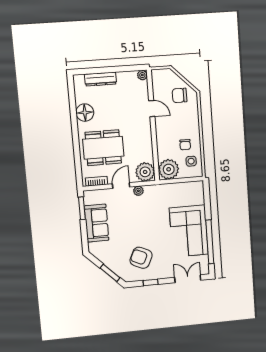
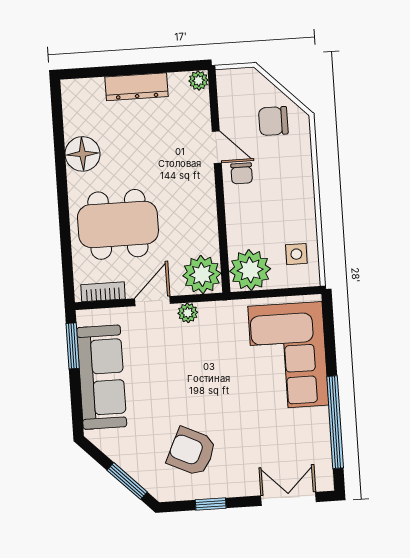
dresser: (101, 79) -> (137, 87), moved
chair: (185, 145) -> (242, 173), moved
sofa: (97, 223) -> (102, 377), width x1.36
corner sofa: (189, 231) -> (288, 356), moved

